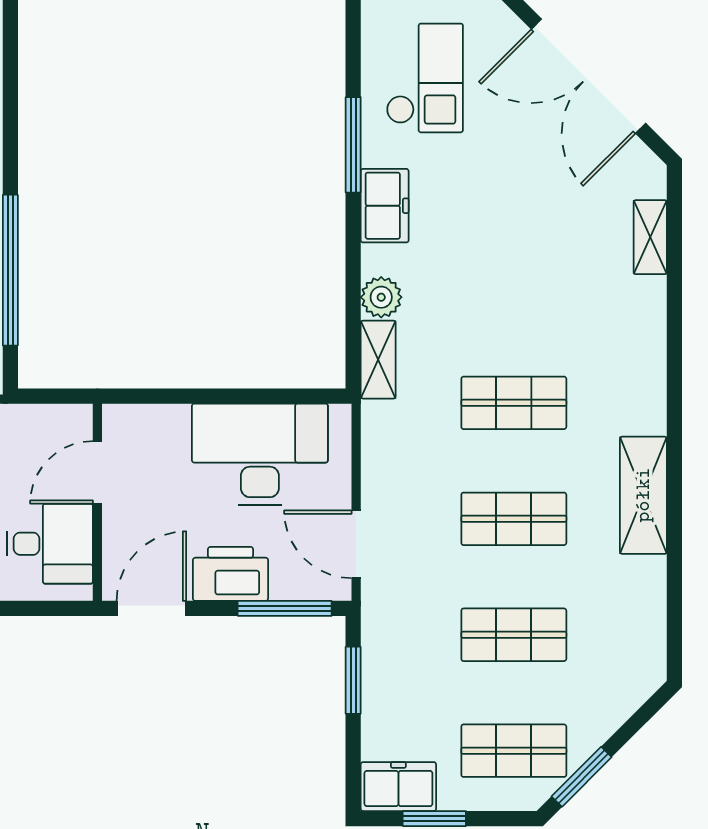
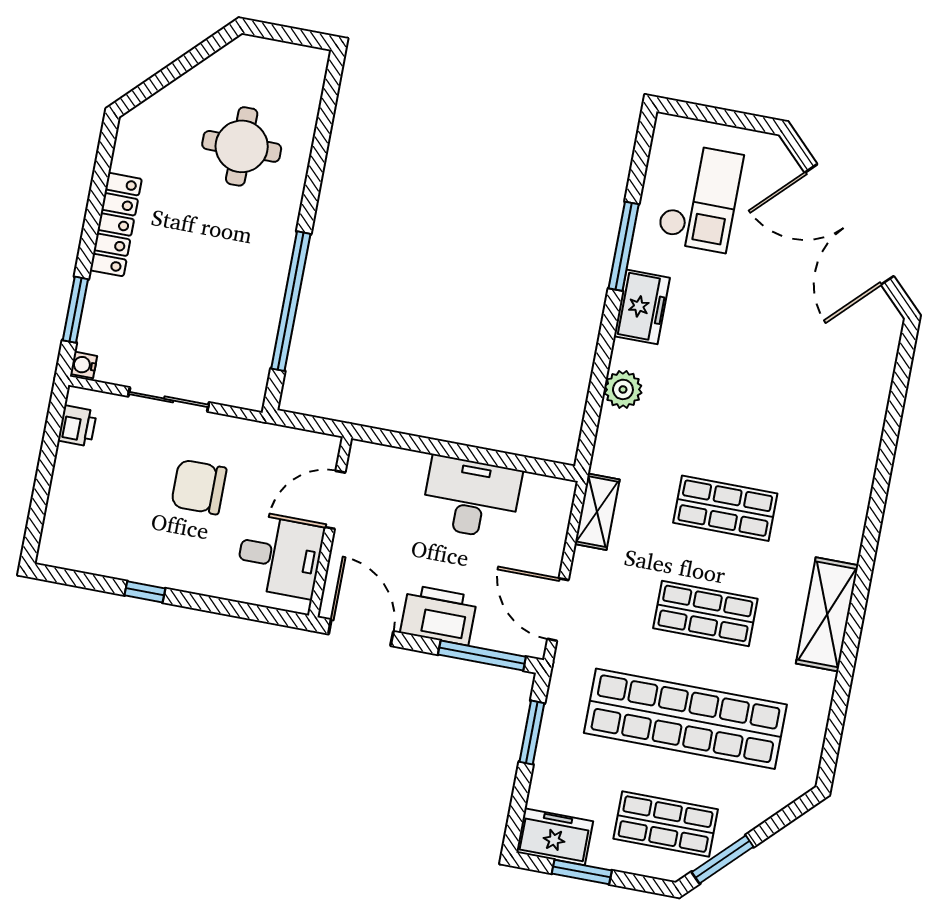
shelving: (650, 237) -> (878, 381), removed
shelving: (378, 360) -> (597, 512), moved
desk: (260, 454) -> (471, 498), width x0.73, depth x0.77
door: (151, 608) -> (361, 633), hinge flipped
shop shelf: (514, 635) -> (685, 719), width x2.00, depth x1.36

